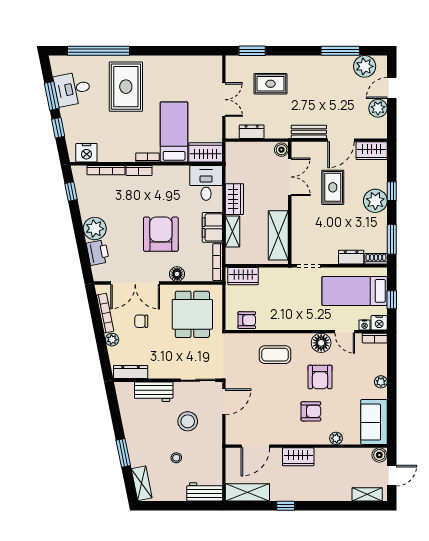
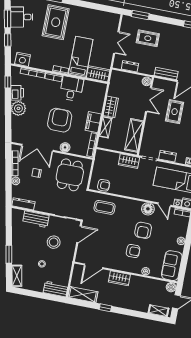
desk: (206, 183) -> (71, 89), moved
printer: (98, 253) -> (17, 93), moved
dresser: (351, 257) -> (168, 156), moved
wardrobe: (243, 276) -> (129, 161), moved
coffee table: (275, 355) -> (105, 207), moved

